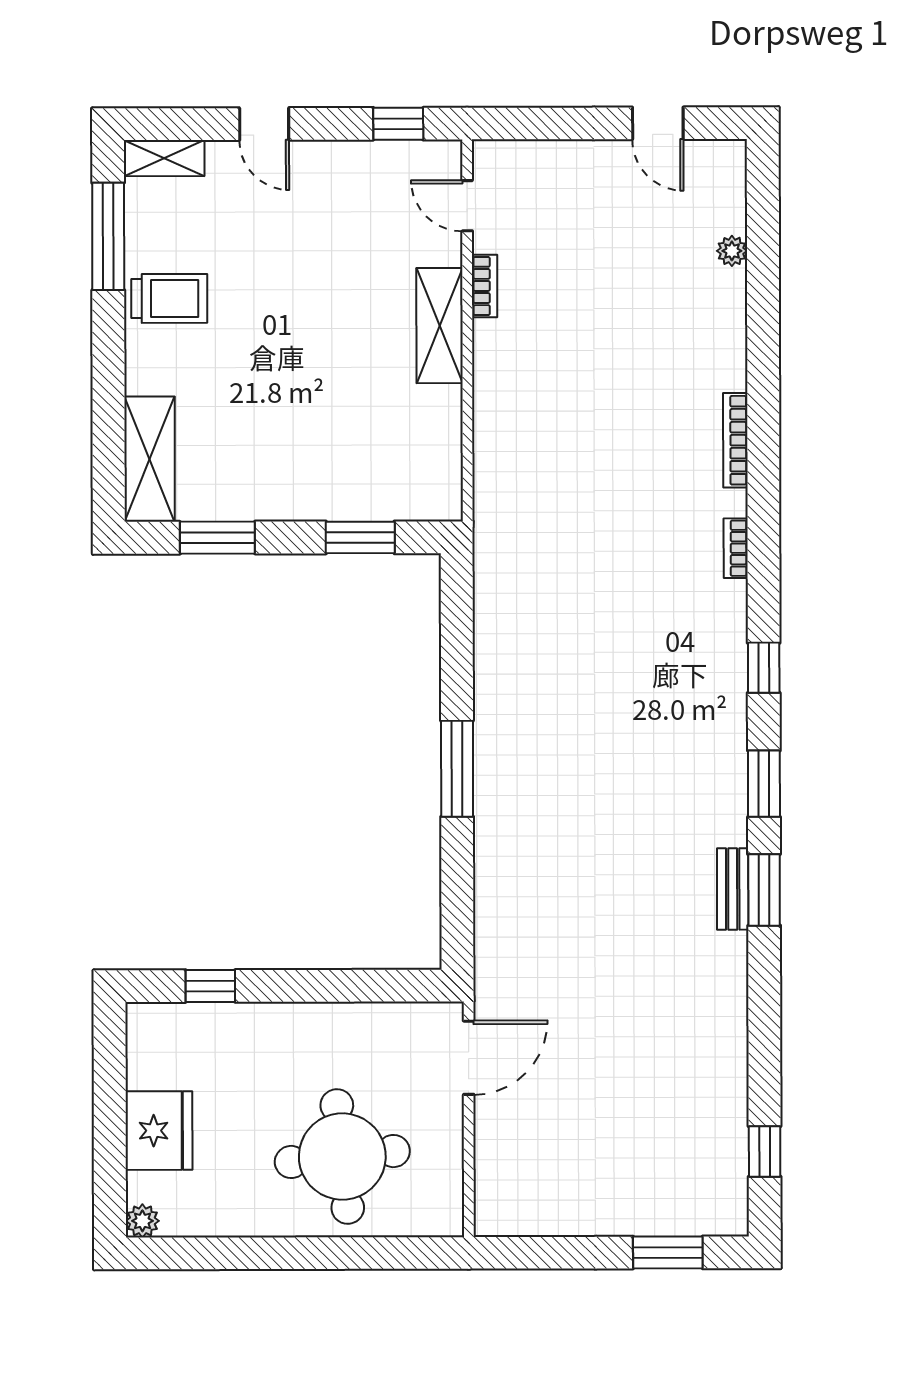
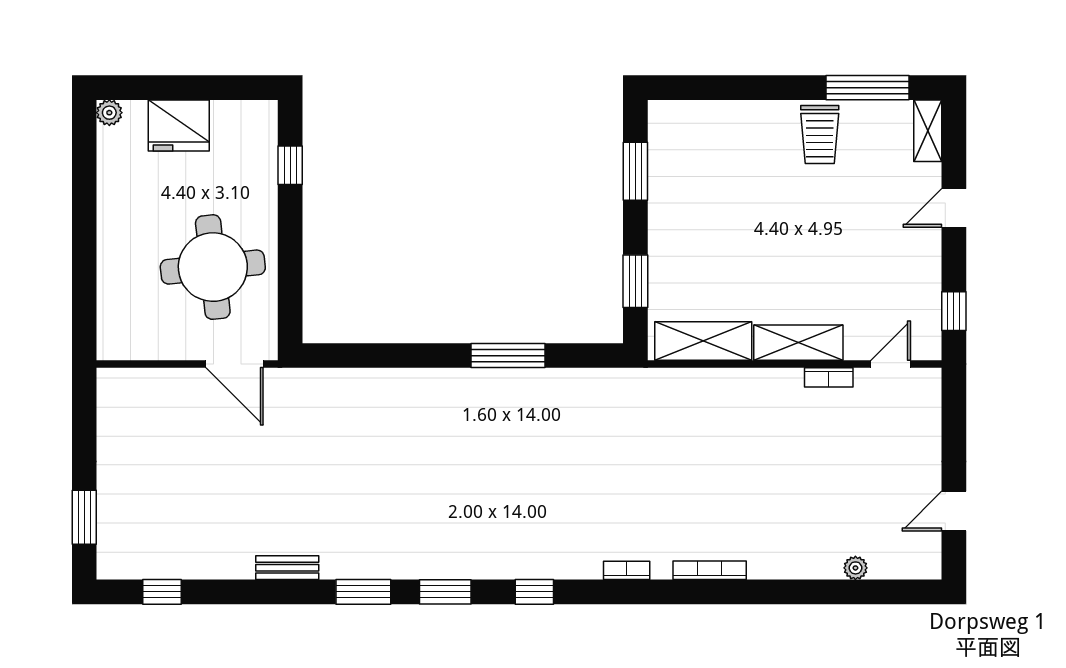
shelving: (150, 459) -> (703, 341), moved
window: (457, 769) -> (508, 356), moved
bench: (733, 889) -> (287, 568), moved
round table: (342, 1157) -> (213, 267), moved

